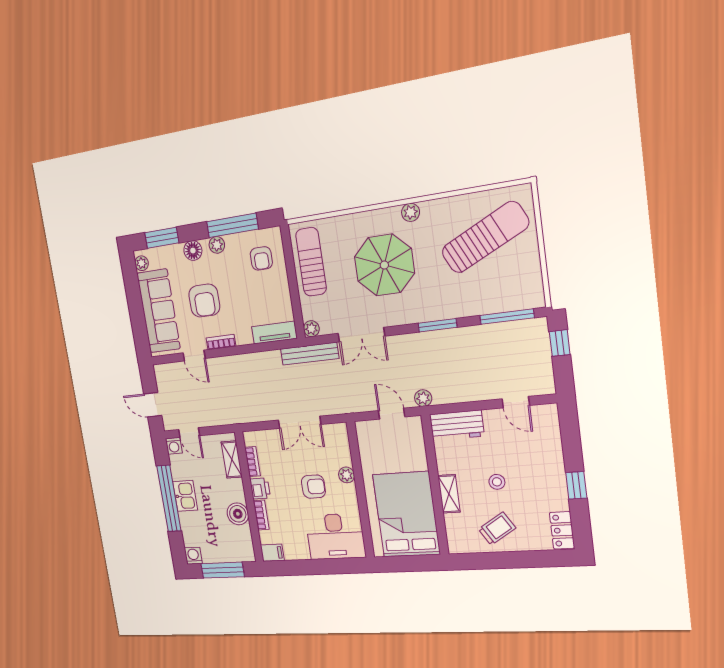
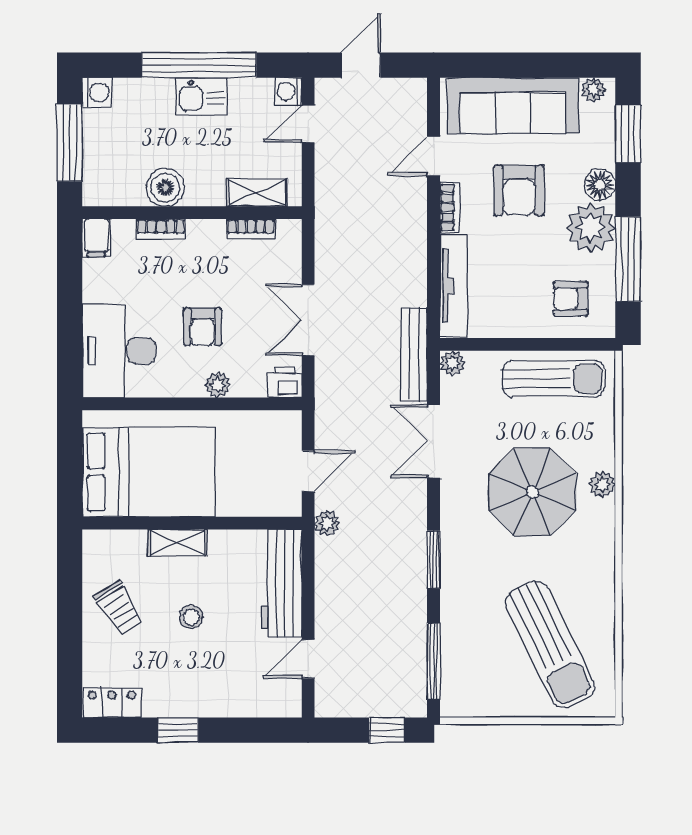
plant: (411, 212) -> (602, 484), moved
plant: (217, 245) -> (591, 228), width x1.87, depth x1.87
armchair: (204, 301) -> (519, 190), turned -90
tv unit: (274, 333) -> (454, 286), width x1.41
workbench: (457, 425) -> (282, 583), width x1.38
printer: (260, 488) -> (285, 382), moved, turned 180

